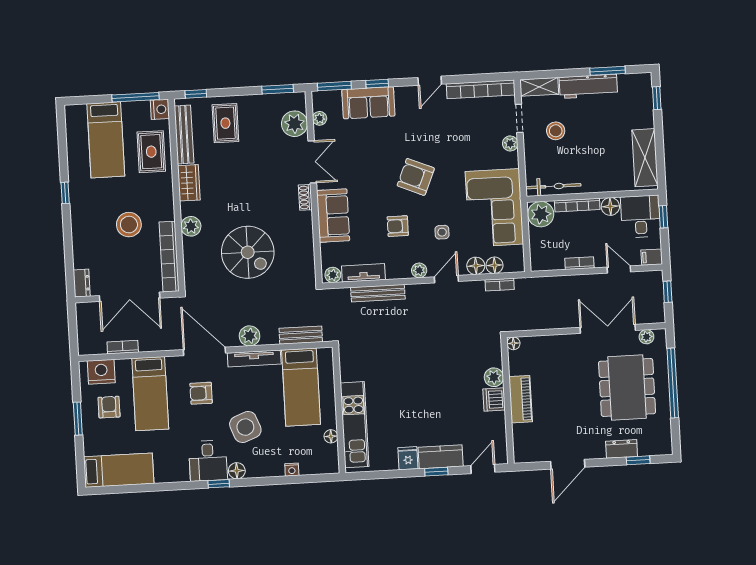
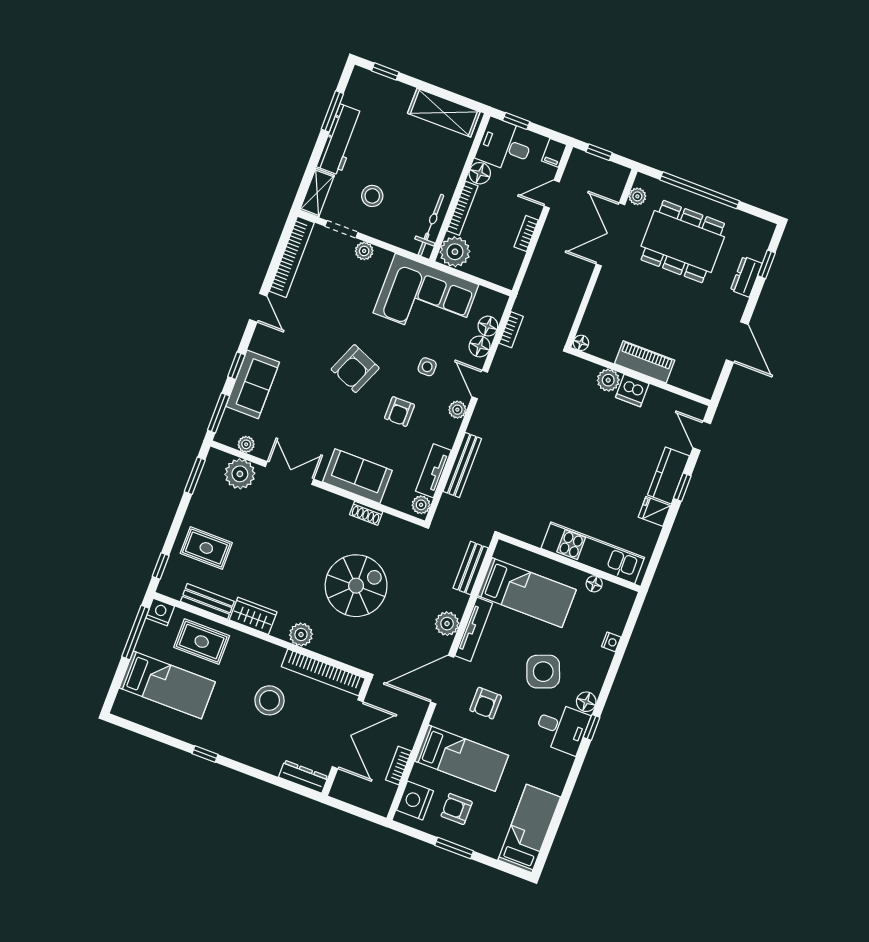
bench: (184, 135) -> (207, 601), width x0.73
shoe rack: (305, 197) -> (366, 513), moved
dresser: (82, 283) -> (303, 777), width x1.44

